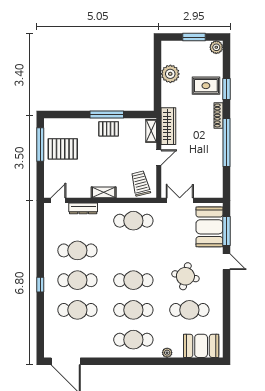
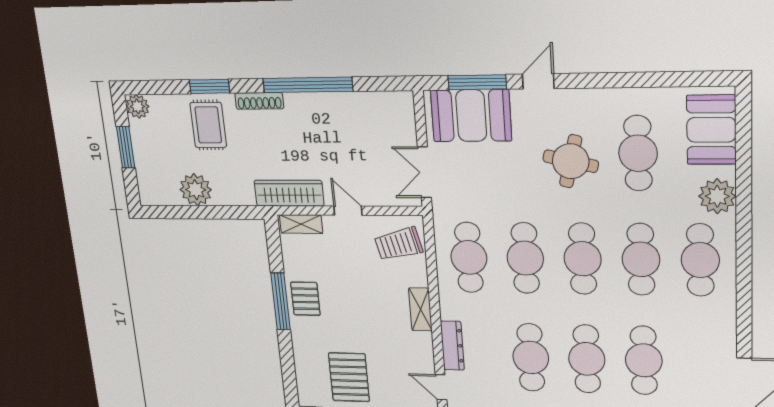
cafe table: (133, 250) -> (525, 258), added
plant: (167, 353) -> (717, 196), width x1.87, depth x1.87

